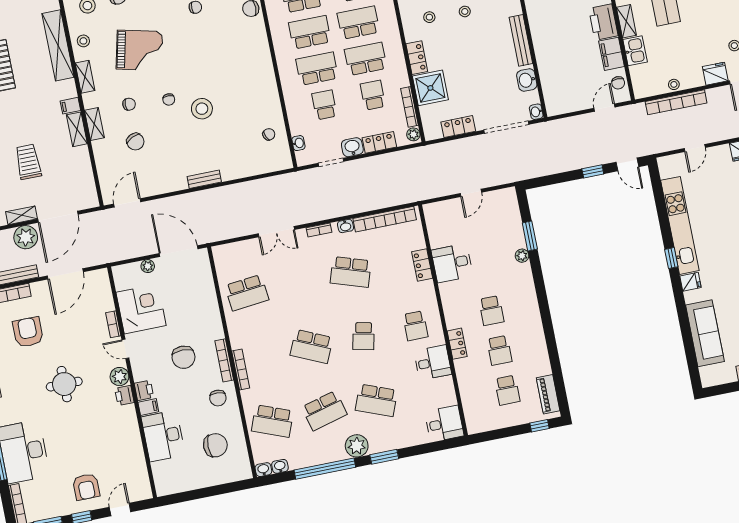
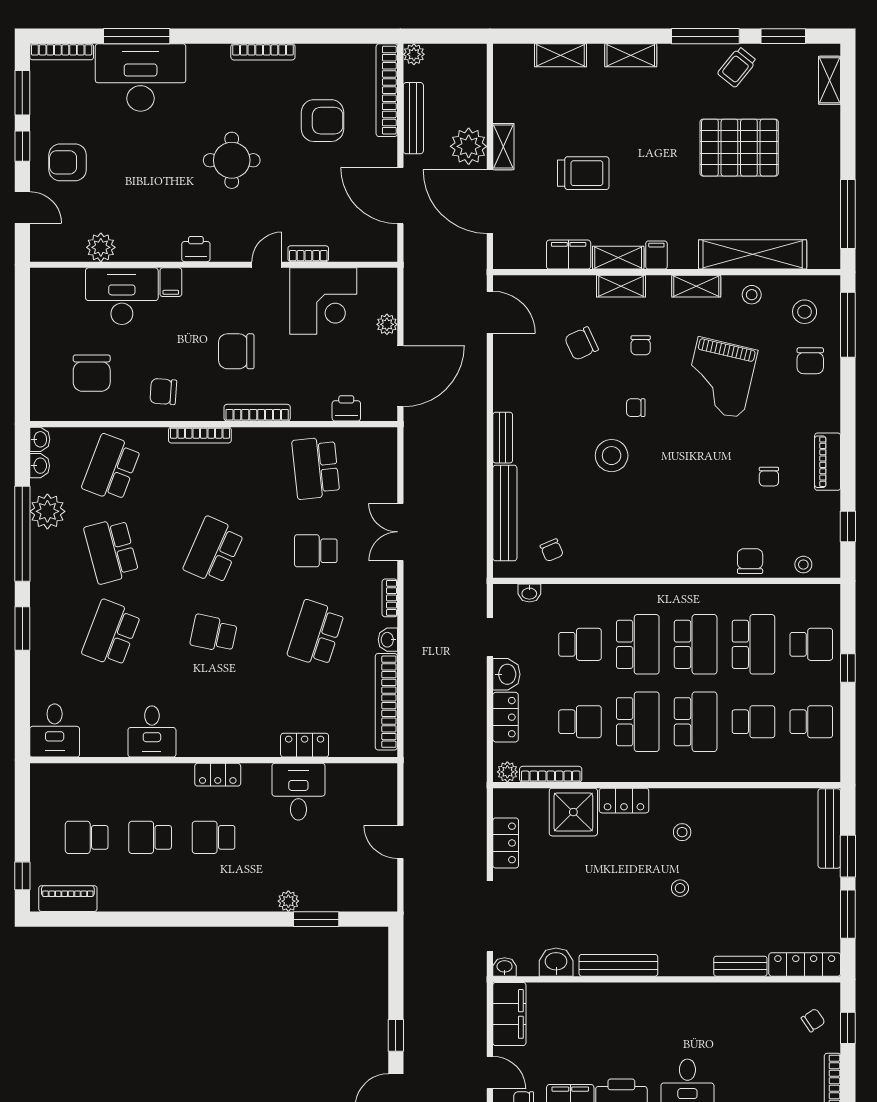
filing cabinet: (565, 103) -> (509, 1014), added
filing cabinet: (81, 161) -> (569, 255), added
bench: (251, 168) -> (505, 513), added
school desk: (415, 326) -> (316, 551), moved
locker: (457, 344) -> (218, 775), moved
bookcase: (224, 360) -> (257, 413), moved
plant: (119, 377) -> (101, 247), moved
printer: (144, 390) -> (346, 408), moved, turned 180
plant: (357, 446) -> (47, 511), moved

